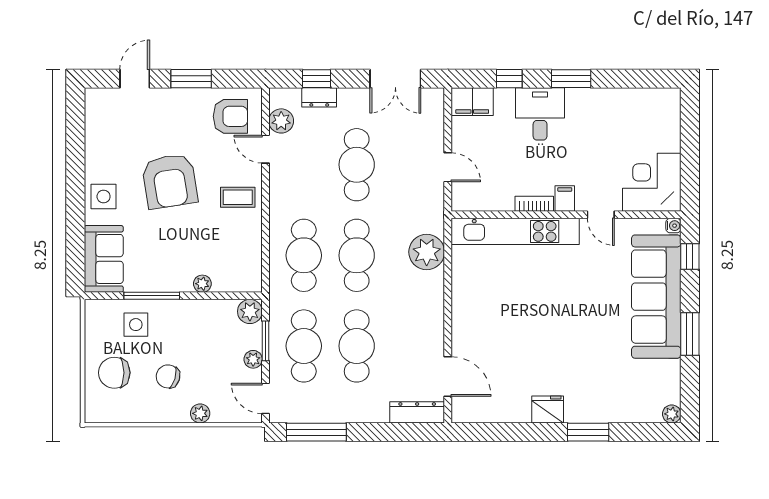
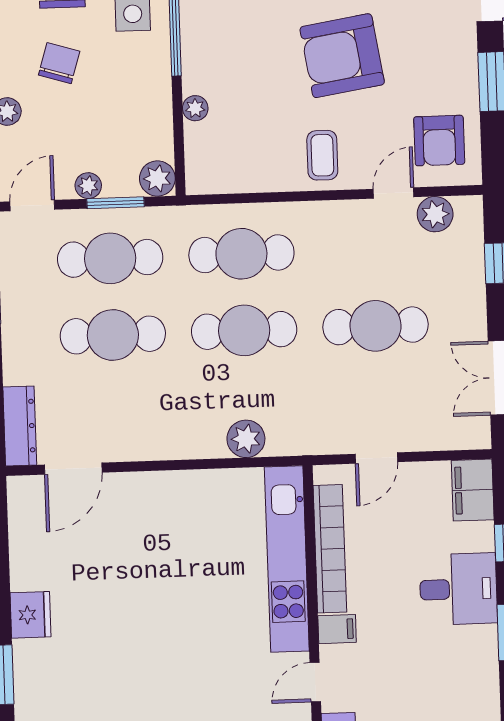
dresser: (319, 97) -> (471, 268), removed
bookcase: (534, 204) -> (330, 549), width x2.31, depth x1.31
plant: (427, 252) -> (246, 439), width x0.73, depth x0.73

